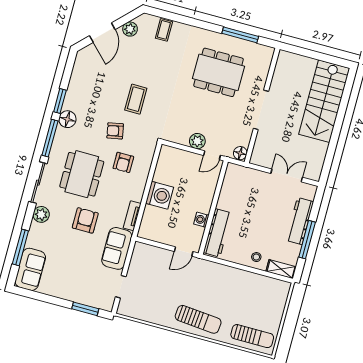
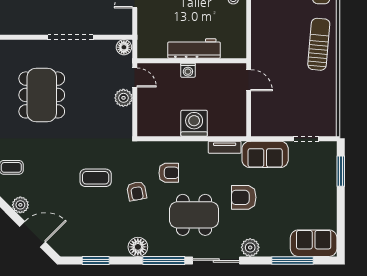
window: (60, 101) -> (96, 260), moved
washing machine: (201, 220) -> (188, 70), moved
workbench: (218, 233) -> (194, 49), moved

